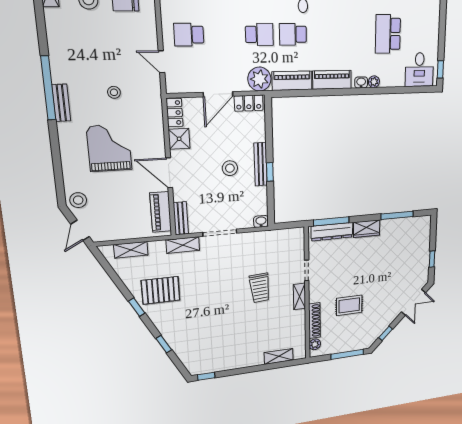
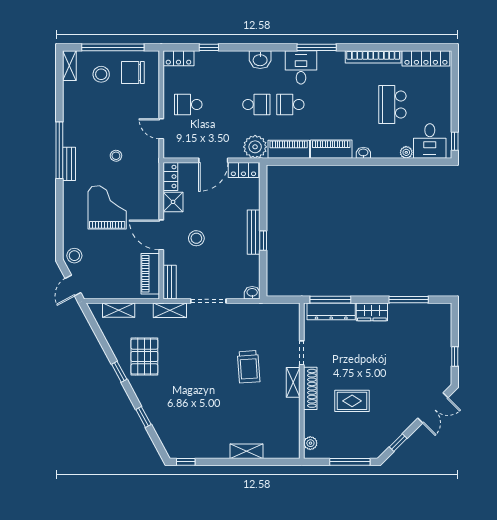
plant: (374, 82) -> (406, 152), moved
stool: (230, 168) -> (196, 238), moved
pallet: (161, 290) -> (144, 357), turned 90
shoe rack: (314, 321) -> (310, 388), moved
shelving: (279, 356) -> (247, 451), moved

